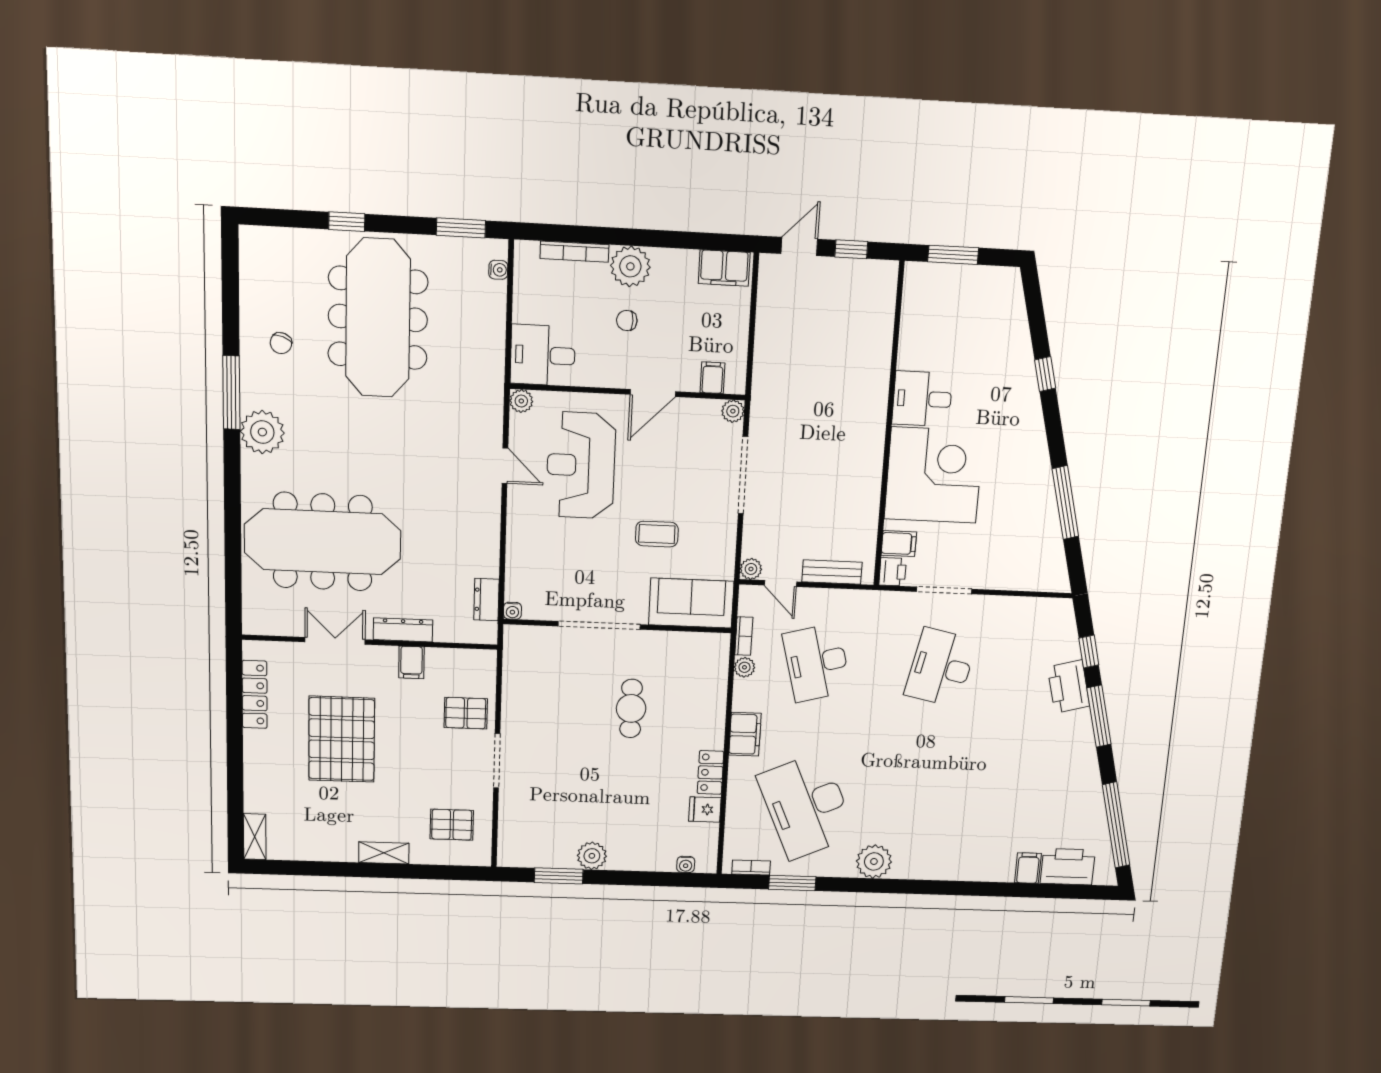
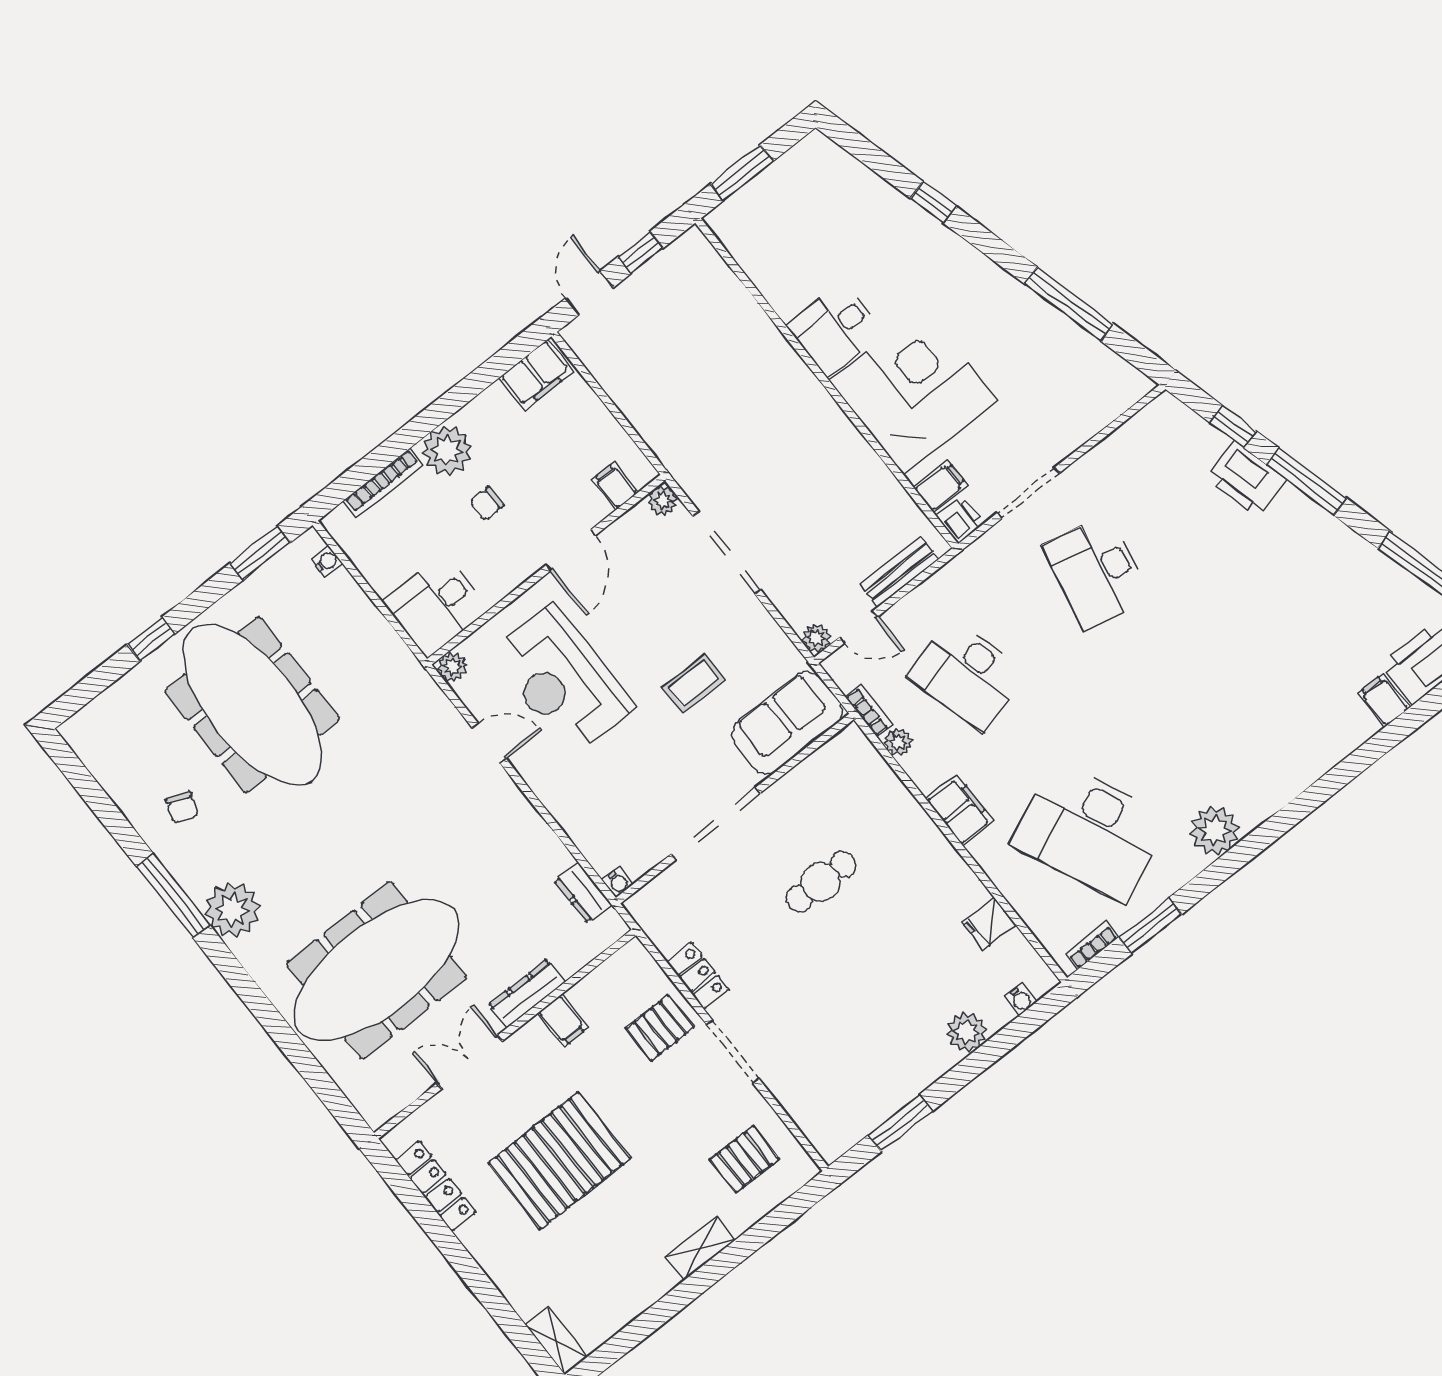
cafe table: (631, 708) -> (821, 882), turned 90
pallet: (342, 739) -> (559, 1161), turned 90
locker: (710, 772) -> (698, 975), moved, turned 180
plant: (592, 856) -> (967, 1032), moved

